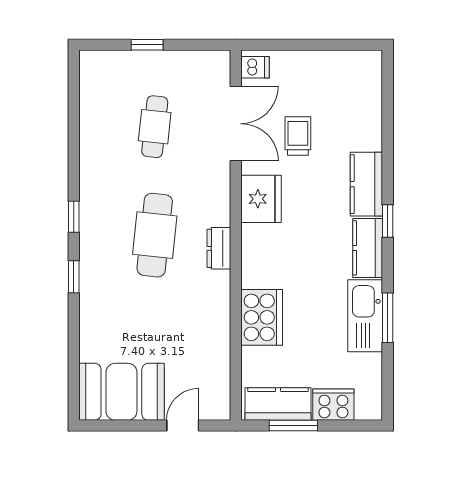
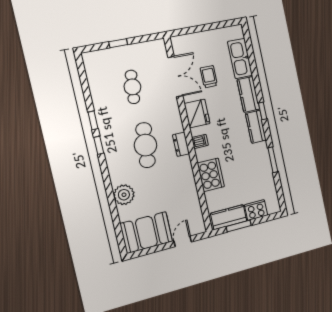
dishwasher: (255, 67) -> (200, 141), moved
window: (74, 277) -> (93, 120), moved
plant: (97, 314) -> (124, 195), added
kitchen sink: (365, 316) -> (240, 58), moved

